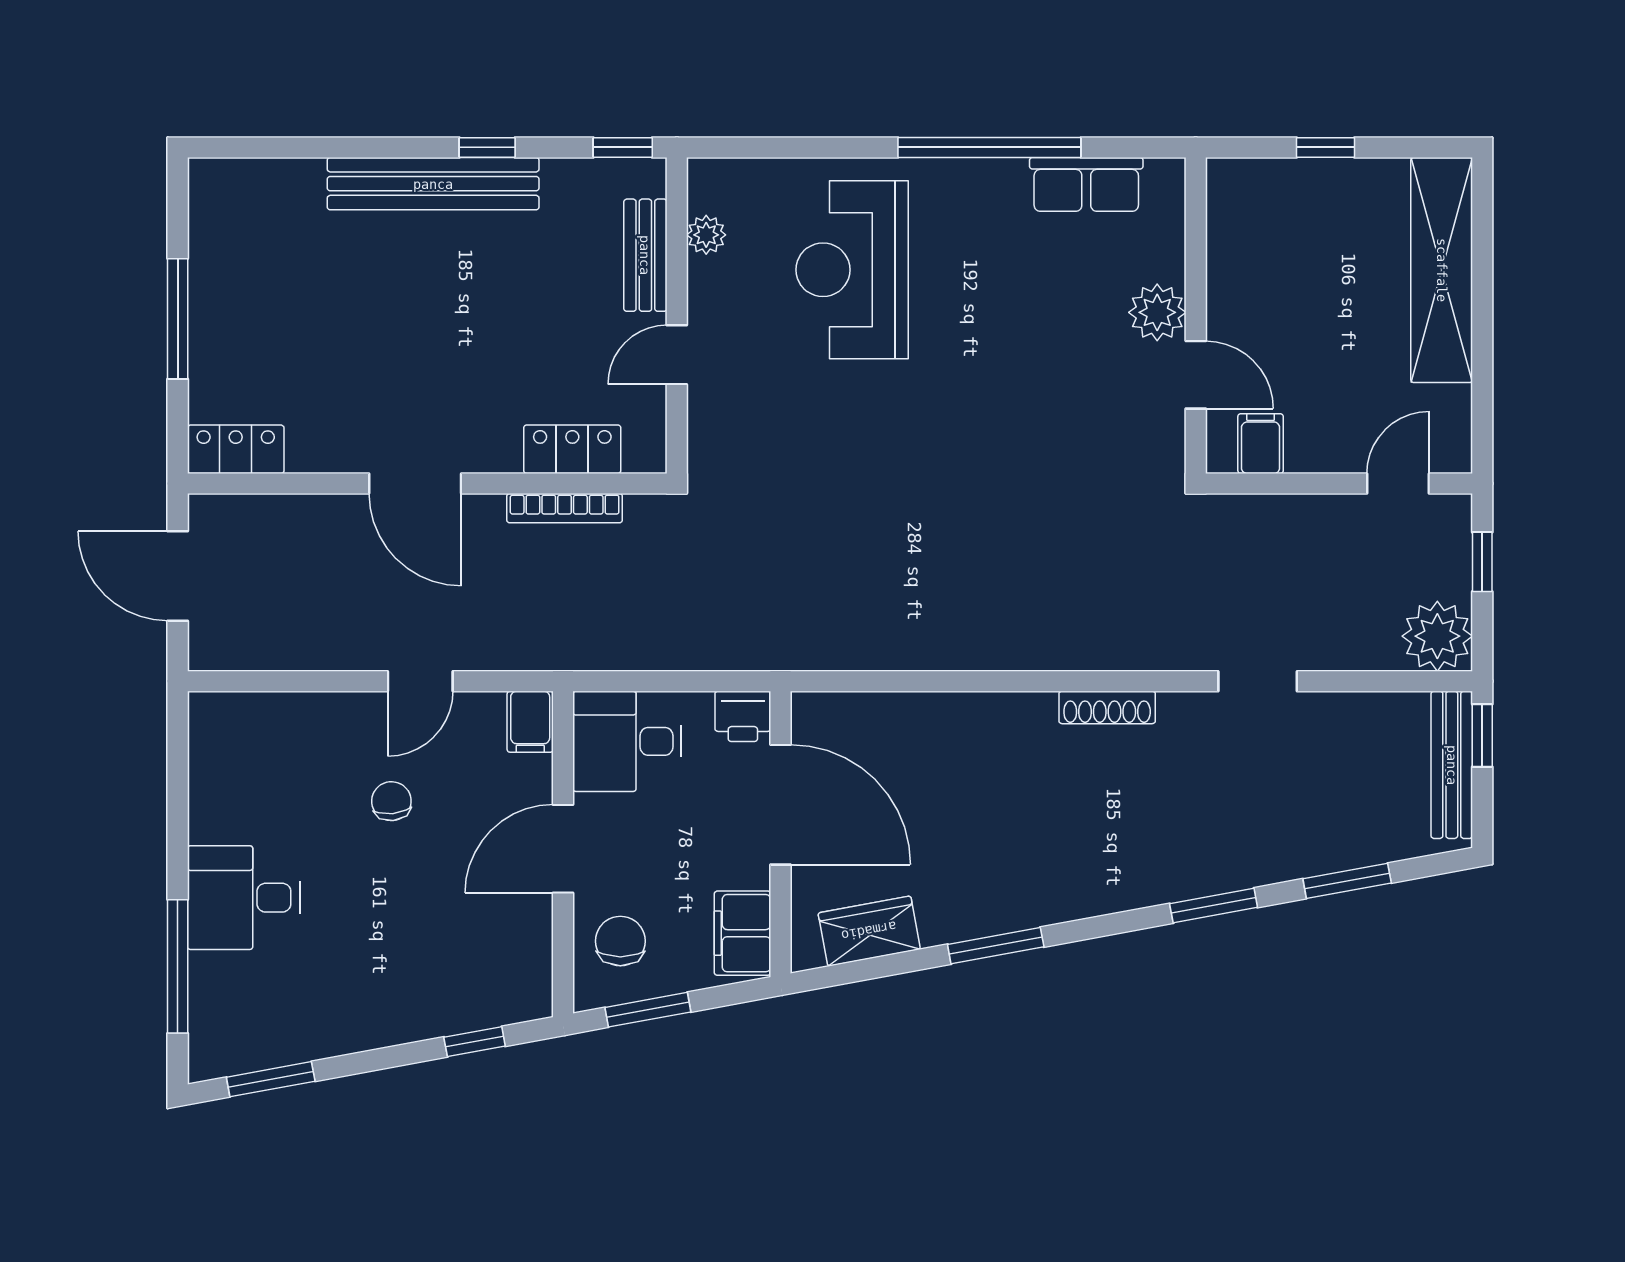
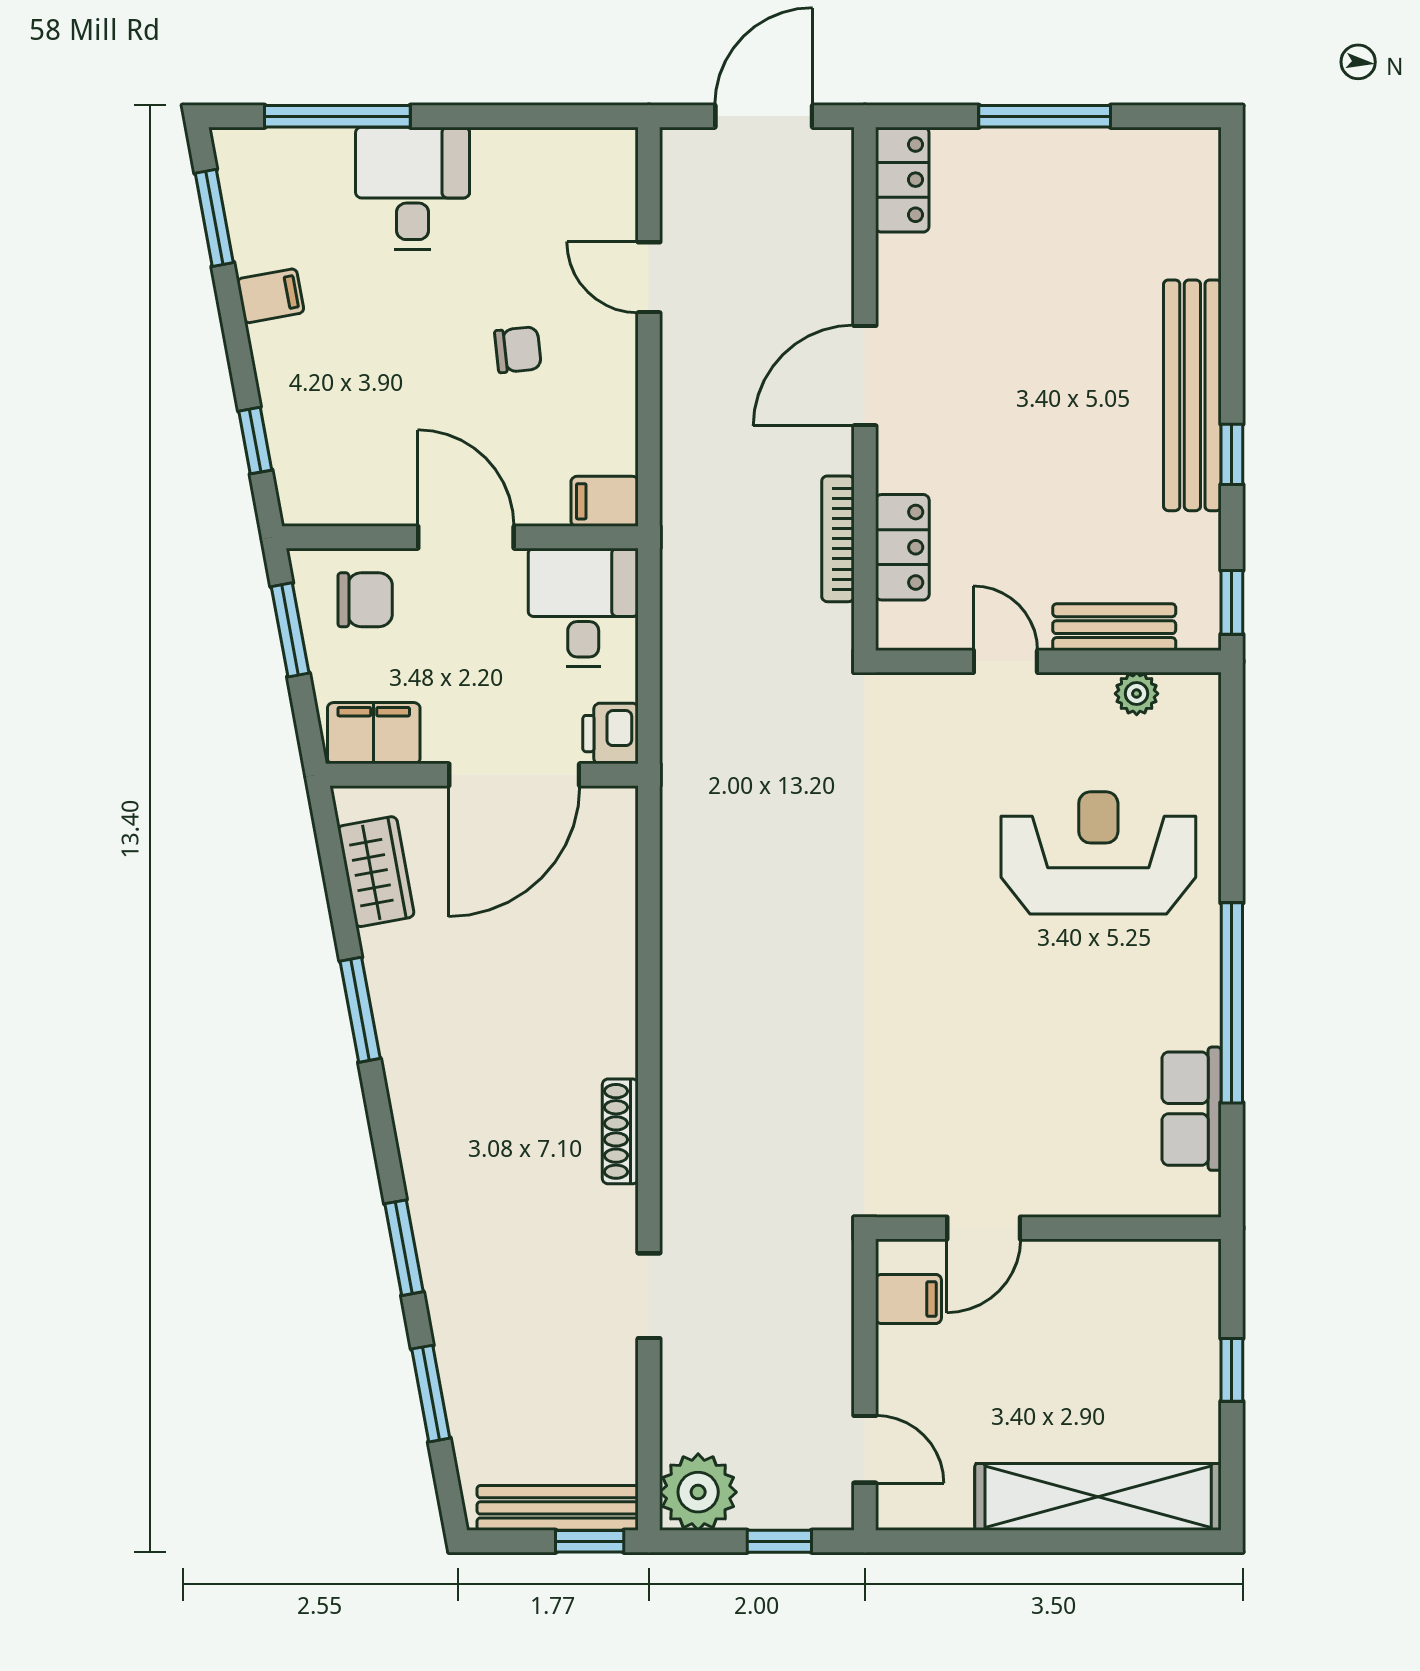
plant: (1157, 312) -> (1052, 1186), removed
door: (420, 681) -> (649, 277), moved
filing cabinet: (342, 1028) -> (270, 296), added

